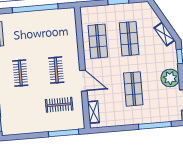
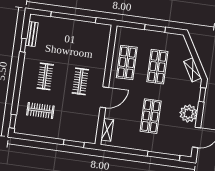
door: (83, 81) -> (104, 97), hinge flipped
clothes rail: (59, 105) -> (40, 111), moved
window: (64, 133) -> (74, 144), width x0.69

